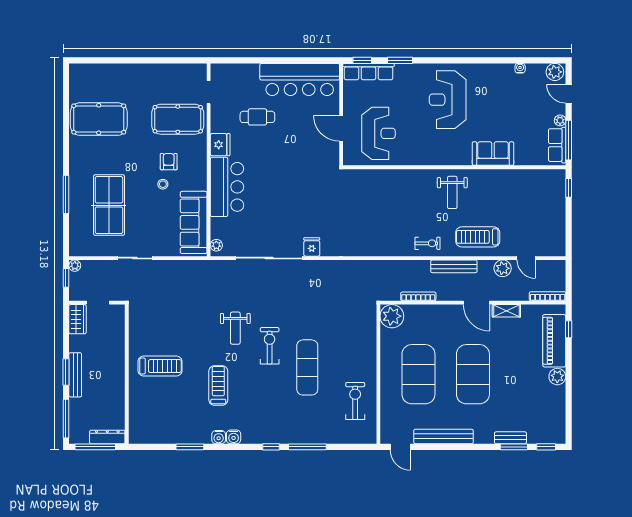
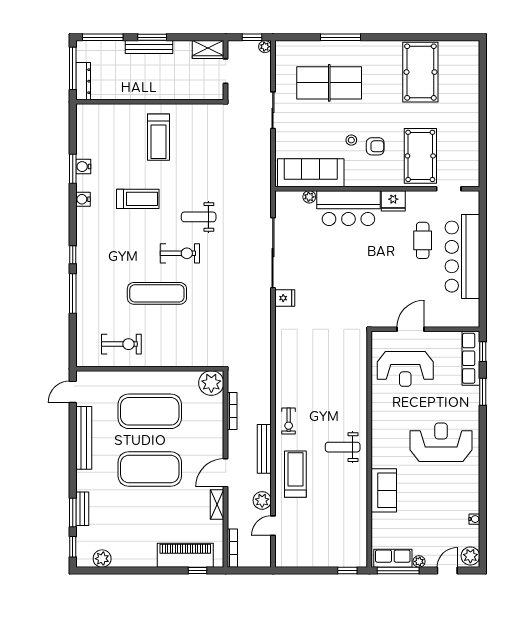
bar counter: (300, 79) -> (462, 257), moved
plant: (216, 245) -> (309, 197), moved
plant: (557, 377) -> (102, 559), moved
water cooler: (234, 437) -> (83, 167), moved

